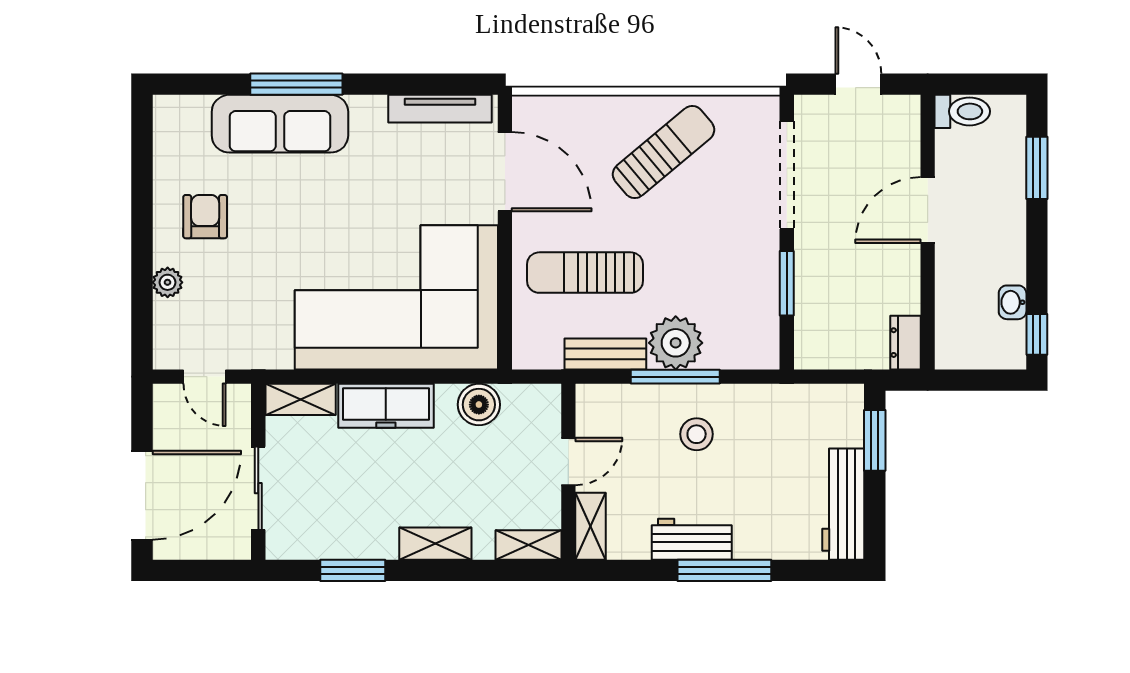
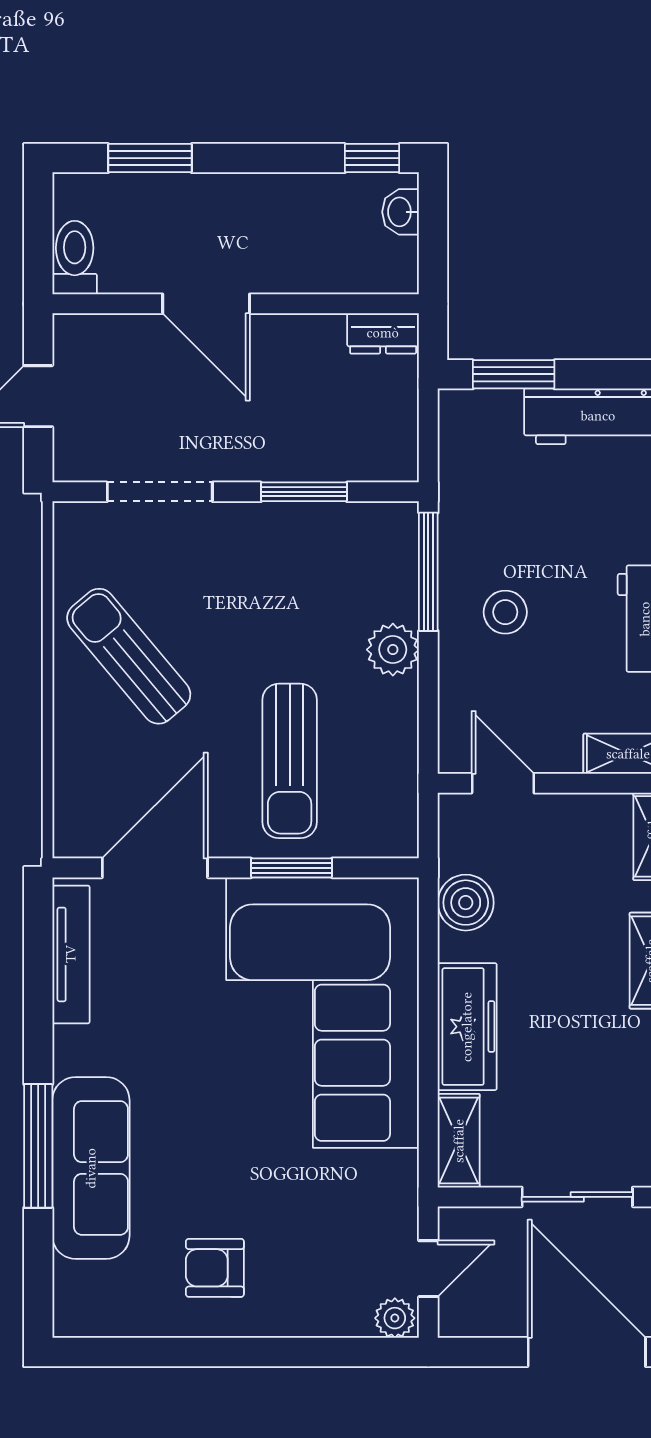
doorway: (787, 175) -> (160, 492), width x0.73
window: (505, 274) -> (292, 868), added
plant: (168, 282) -> (395, 1318), moved
washbasin: (1013, 302) -> (401, 212), moved, turned 90
plant: (676, 343) -> (393, 650), width x0.73, depth x0.73
bench: (605, 354) -> (398, 734), removed
window: (675, 377) -> (428, 572), moved
door: (568, 462) -> (503, 783), moved

